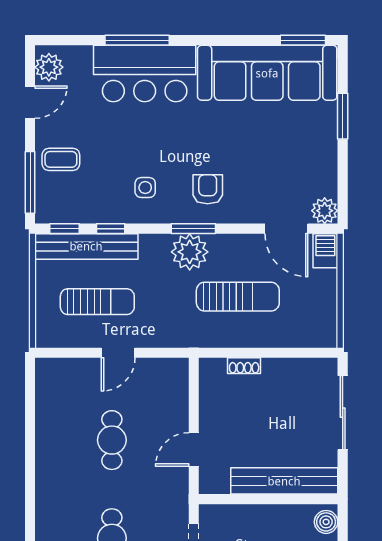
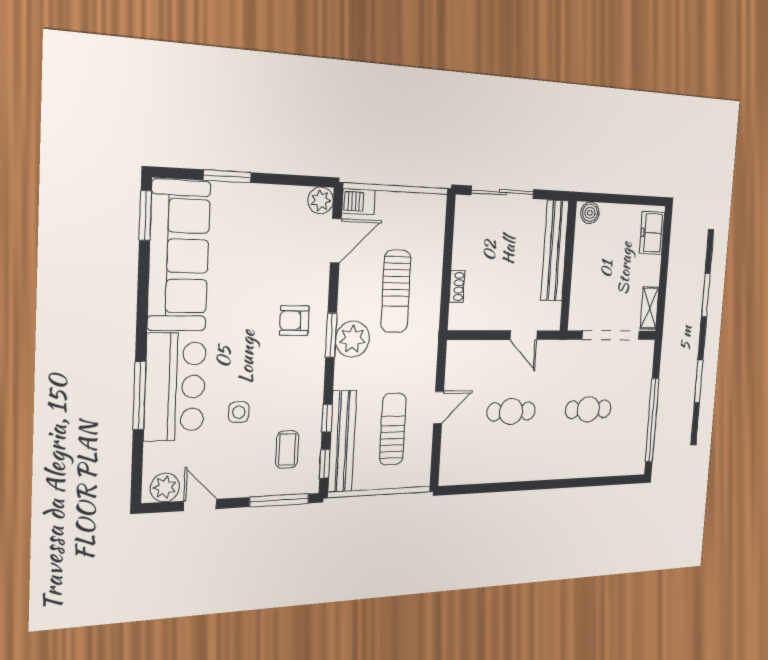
coffee table: (61, 159) -> (287, 449), moved
side table: (145, 188) -> (239, 412), moved
sun lounger: (238, 297) -> (396, 291), turned 180
door: (118, 353) -> (439, 408), hinge flipped

